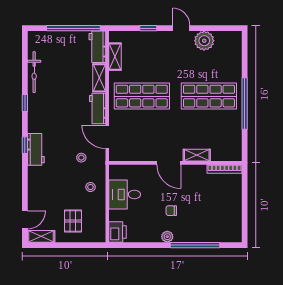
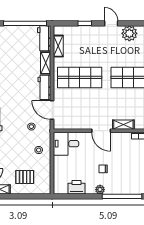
desk: (125, 194) -> (66, 144), moved
pallet: (73, 221) -> (25, 177), turned 90
printer: (118, 232) -> (76, 187), moved, turned -90

